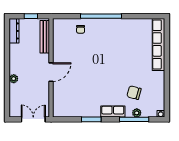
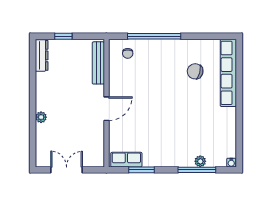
bench: (45, 37) -> (98, 63), moved
wall: (51, 68) -> (106, 103), moved
door: (51, 72) -> (106, 109), moved
chair: (134, 93) -> (195, 71), moved
row of seats: (113, 112) -> (126, 160), moved

